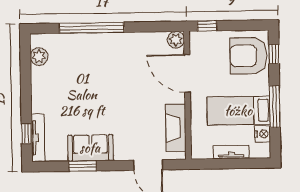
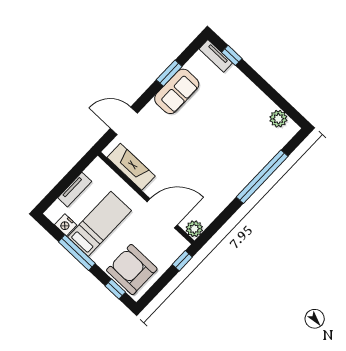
armchair: (248, 56) -> (132, 270), turned -90
tv unit: (38, 138) -> (216, 56), width x0.71

